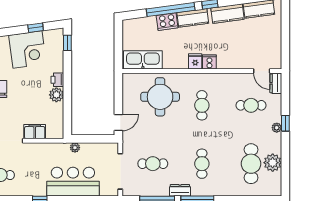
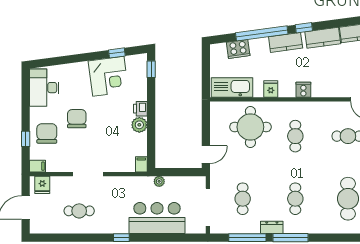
cooker: (167, 22) -> (238, 49), moved
fridge: (195, 61) -> (271, 89), moved
filing cabinet: (35, 132) -> (141, 164), moved, width x0.50
cafe table: (153, 164) -> (243, 199), turned 90

